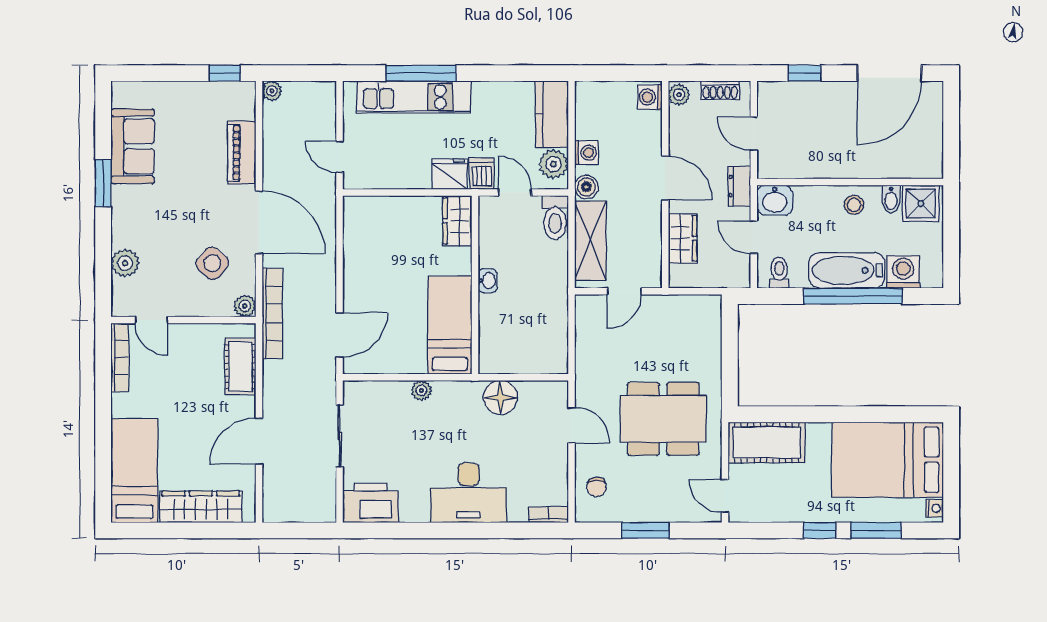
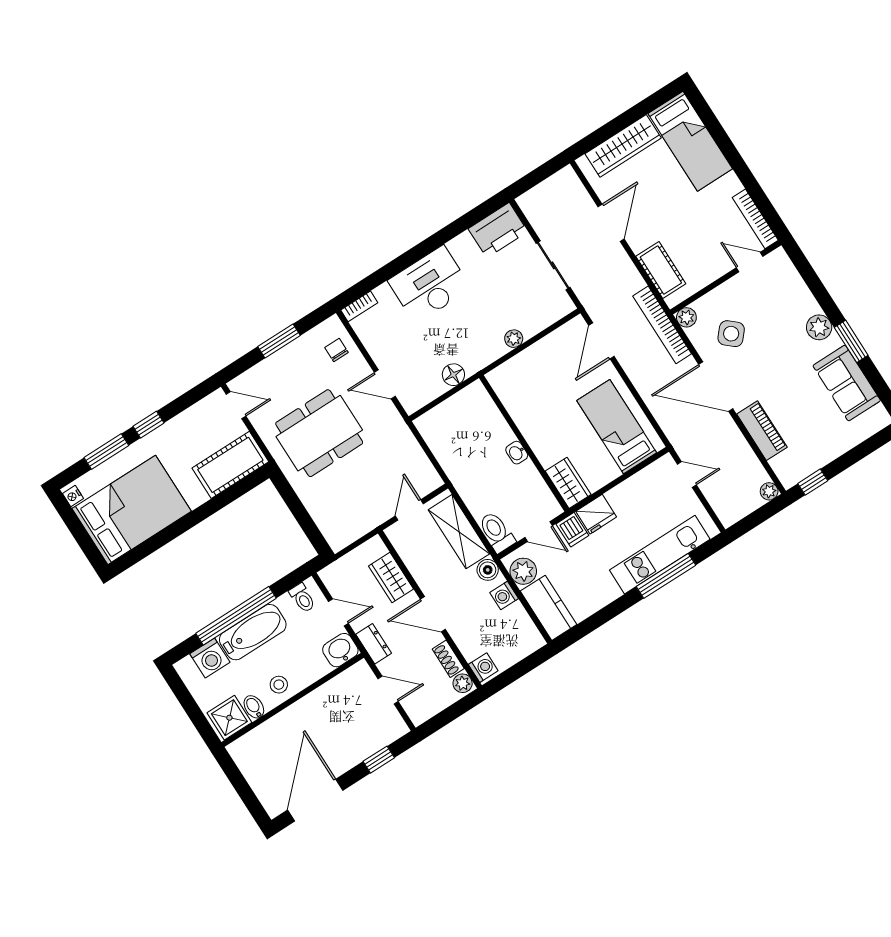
shoe rack: (720, 90) -> (448, 659), moved, turned -90
plant: (125, 263) -> (819, 327), moved
bed: (450, 325) -> (617, 427), moved, turned 180
floor lamp: (500, 397) -> (453, 375), width x0.73, depth x0.73

